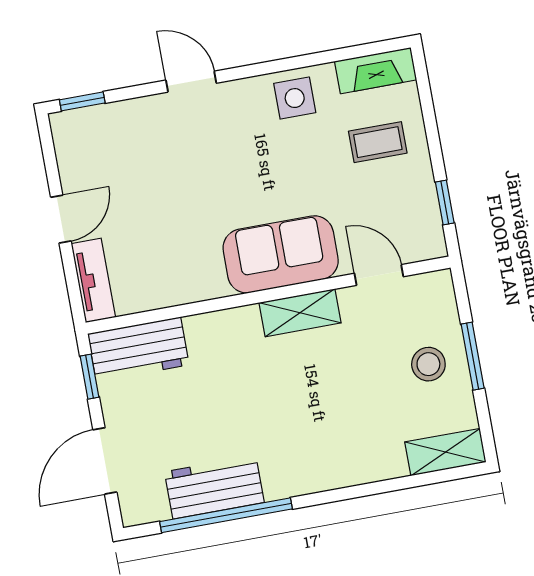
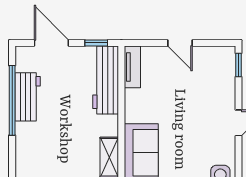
tv unit: (93, 280) -> (132, 67), moved, turned -90
workbench: (138, 349) -> (106, 80), width x1.38

